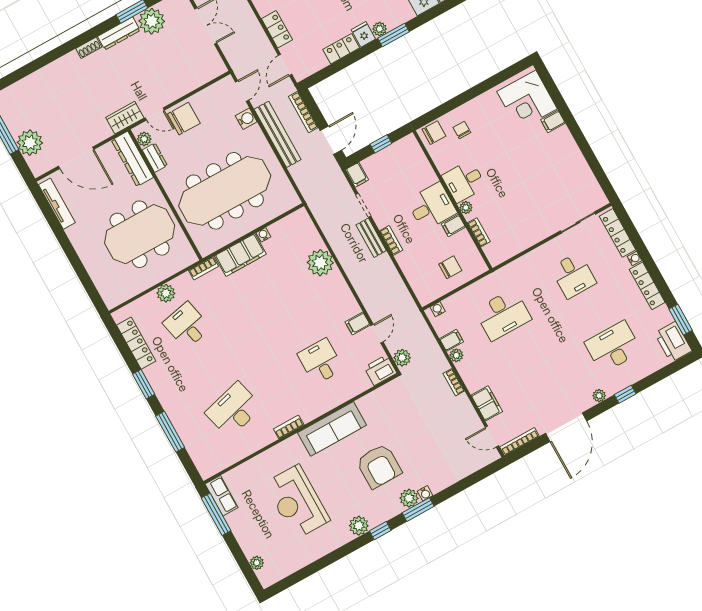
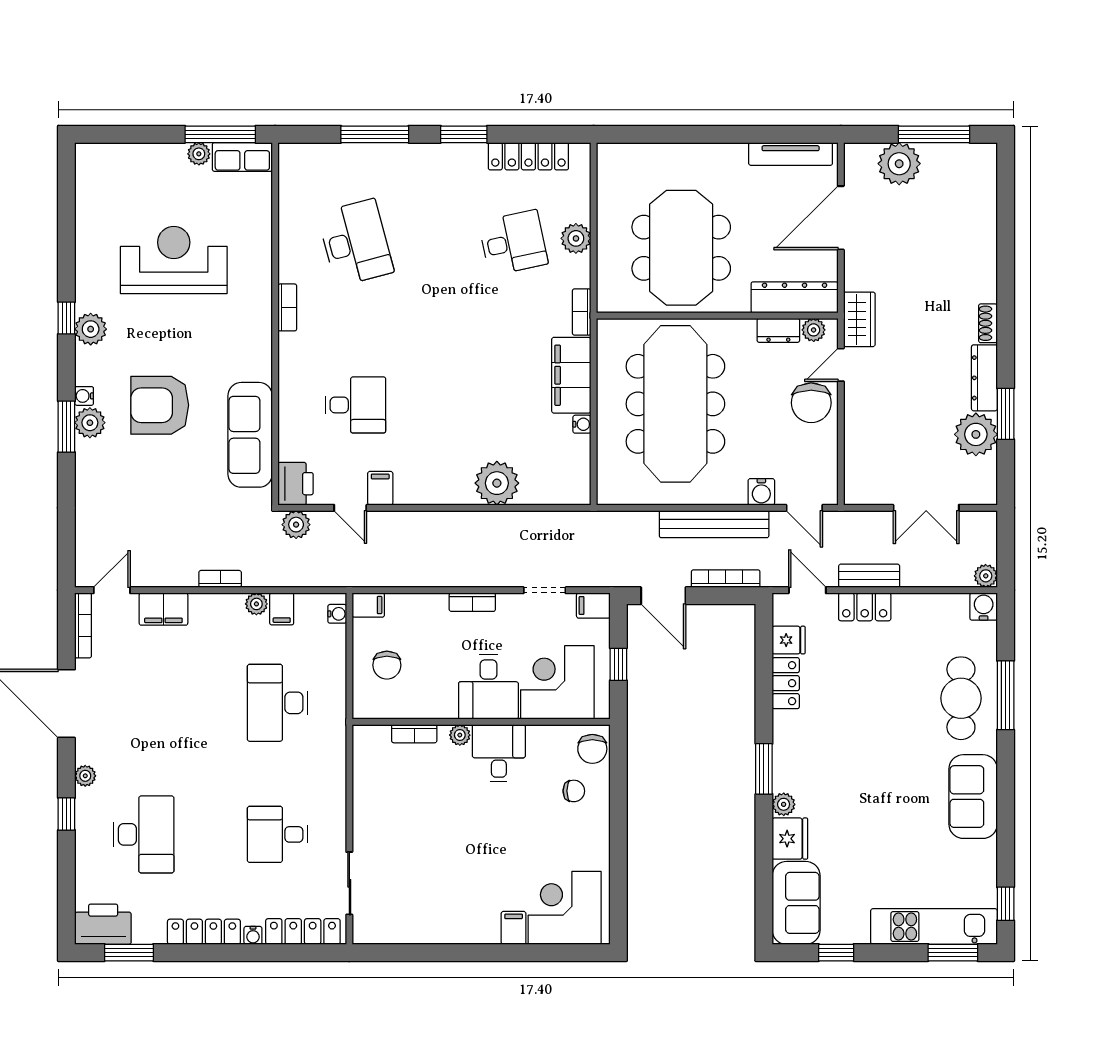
plant: (380, 29) -> (784, 804), moved
fridge: (363, 34) -> (789, 640), moved
corner desk: (409, 171) -> (557, 682), added
filing cabinet: (453, 225) -> (368, 605), moved, turned 90
bench: (371, 238) -> (869, 576), moved
sofa: (332, 429) -> (250, 435), moved
water cooler: (425, 493) -> (84, 396), moved
window: (380, 531) -> (66, 318), moved
plant: (257, 563) -> (199, 154), moved

